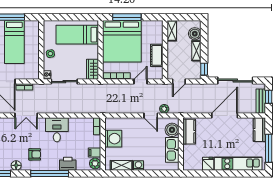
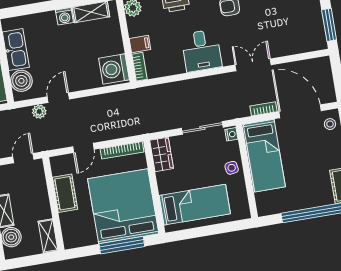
bed: (14, 42) -> (264, 156), moved, turned 180
door: (151, 115) -> (58, 98), hinge flipped
washing machine: (113, 139) -> (114, 69), moved
filing cabinet: (94, 153) -> (140, 44), moved

